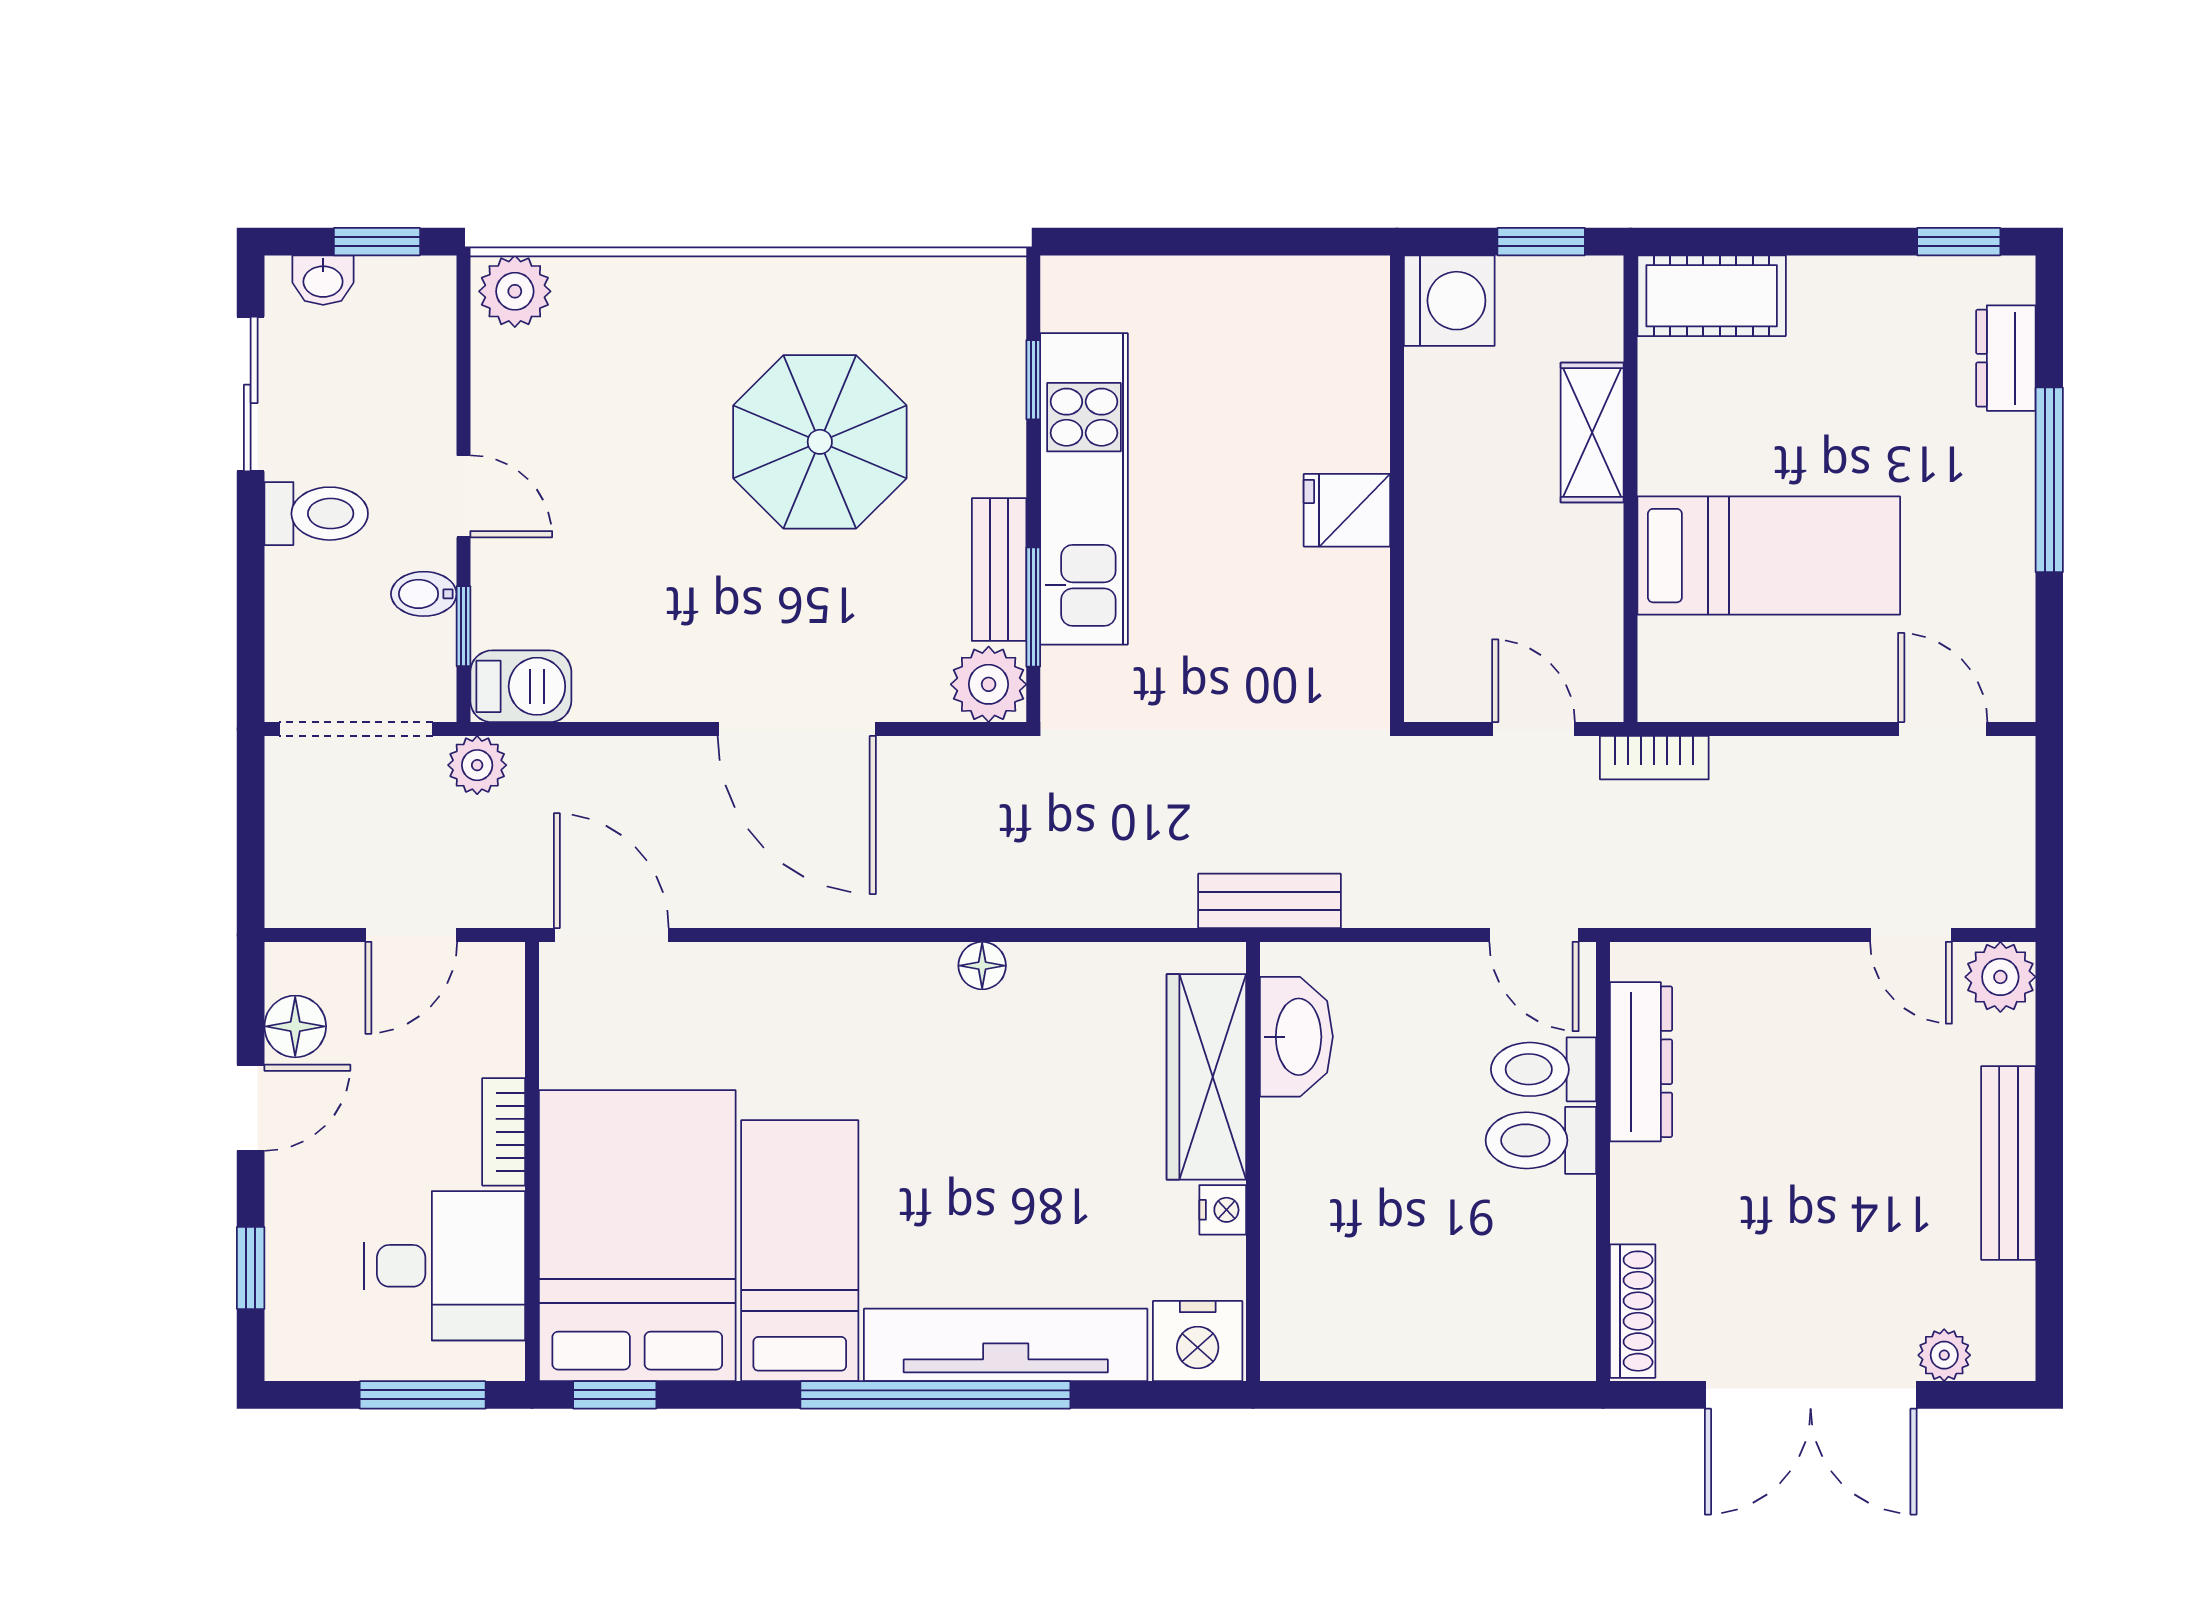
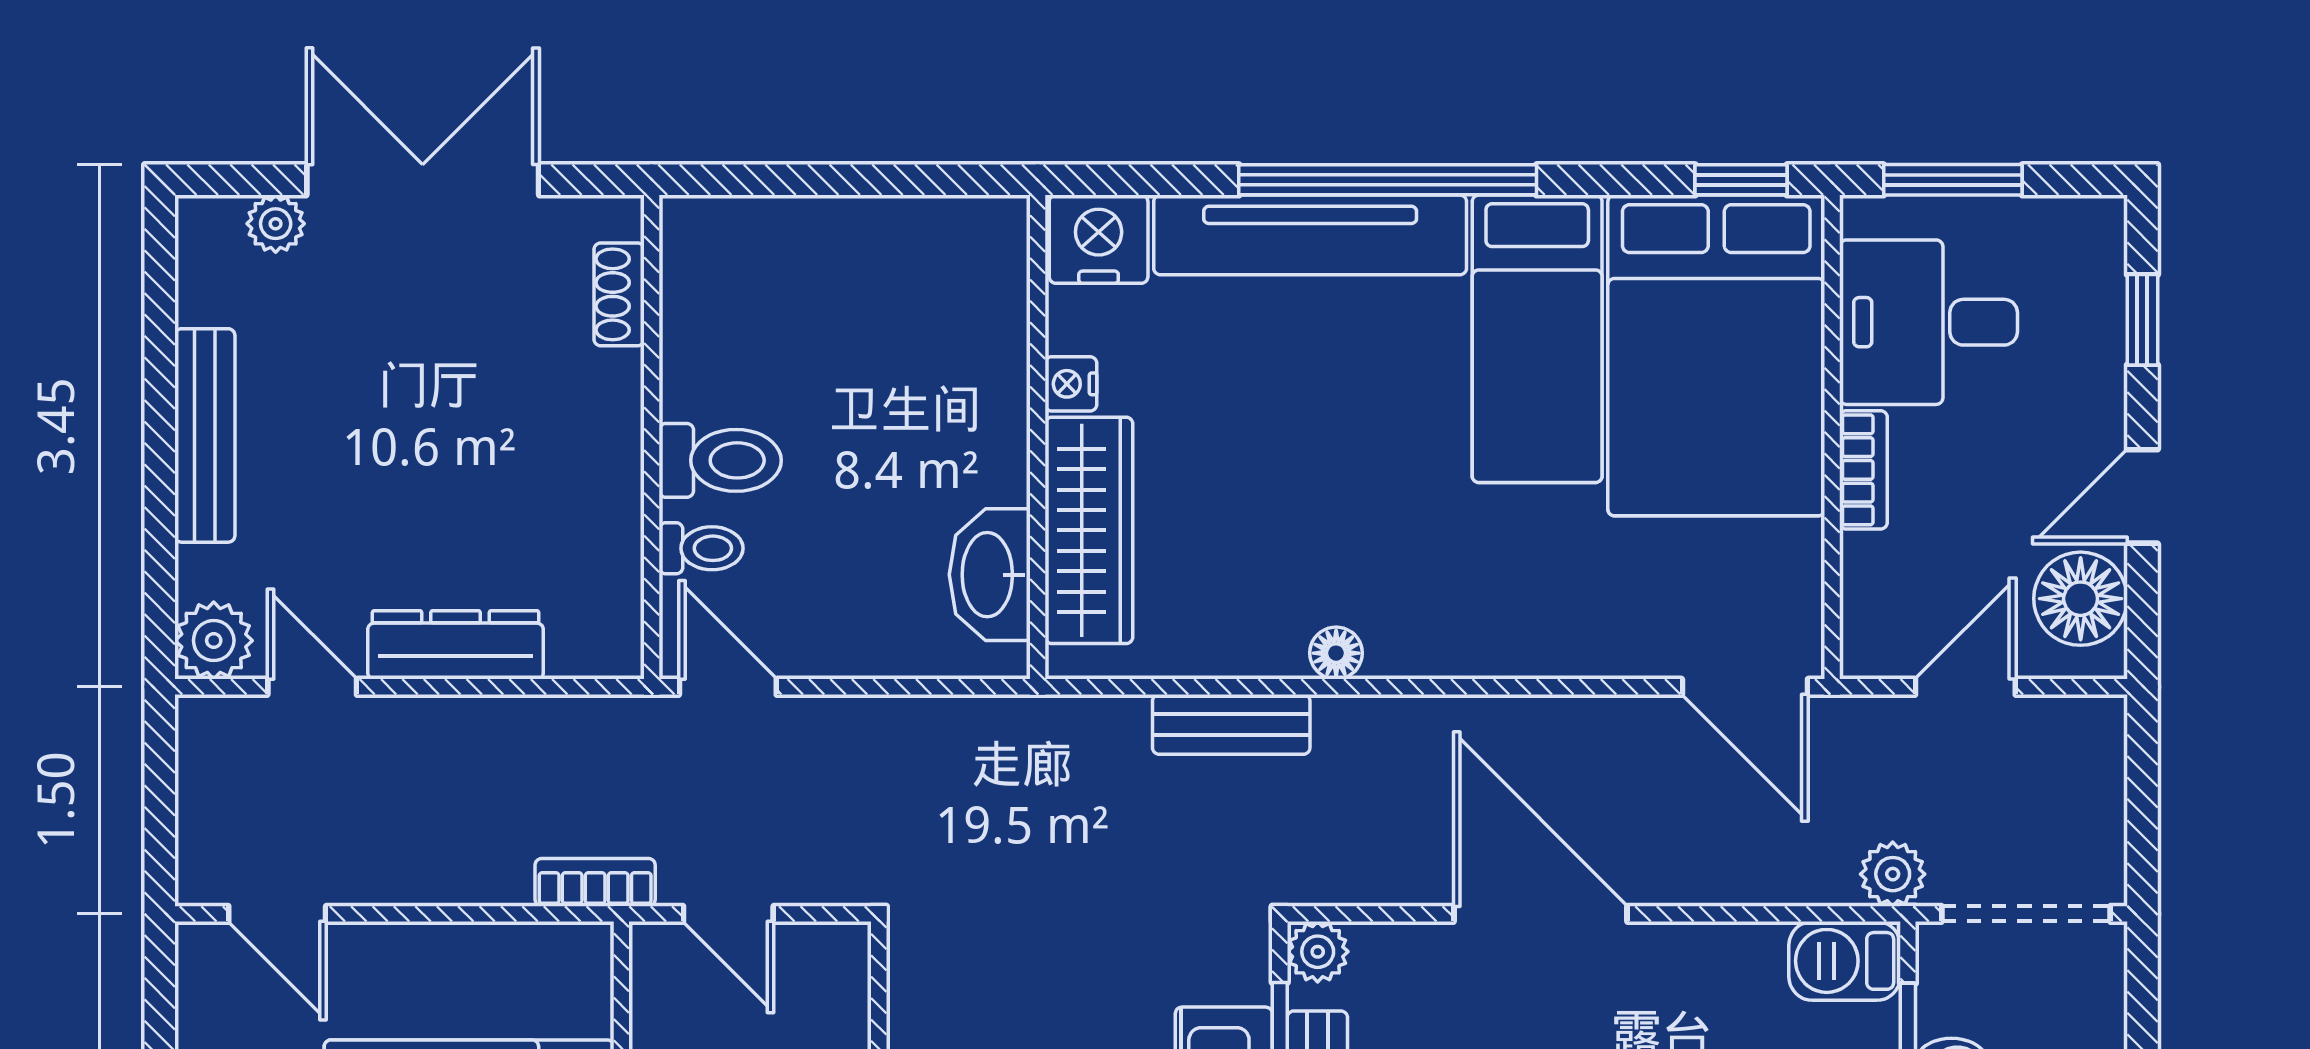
plant: (989, 684) -> (1318, 952), width x0.73, depth x0.73
bench: (1269, 901) -> (1231, 724), moved
floor lamp: (295, 1026) -> (2081, 599), width x1.38, depth x1.38
dresser: (1641, 1062) -> (456, 645), moved, turned 90
toilet: (1544, 1069) -> (701, 548), width x0.73, depth x0.72
shoe rack: (1633, 1311) -> (619, 294), width x0.70

